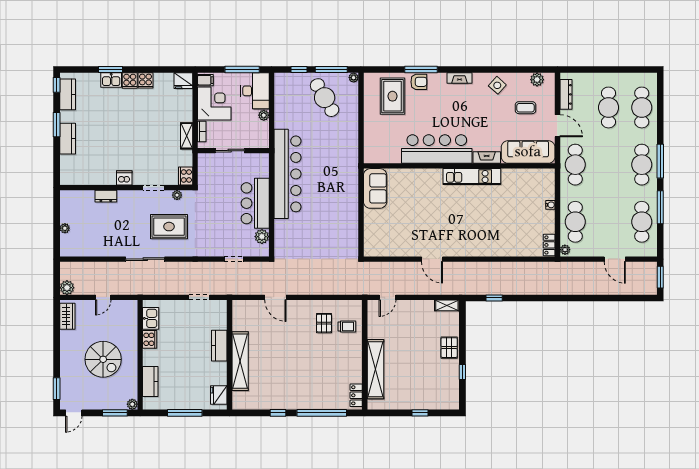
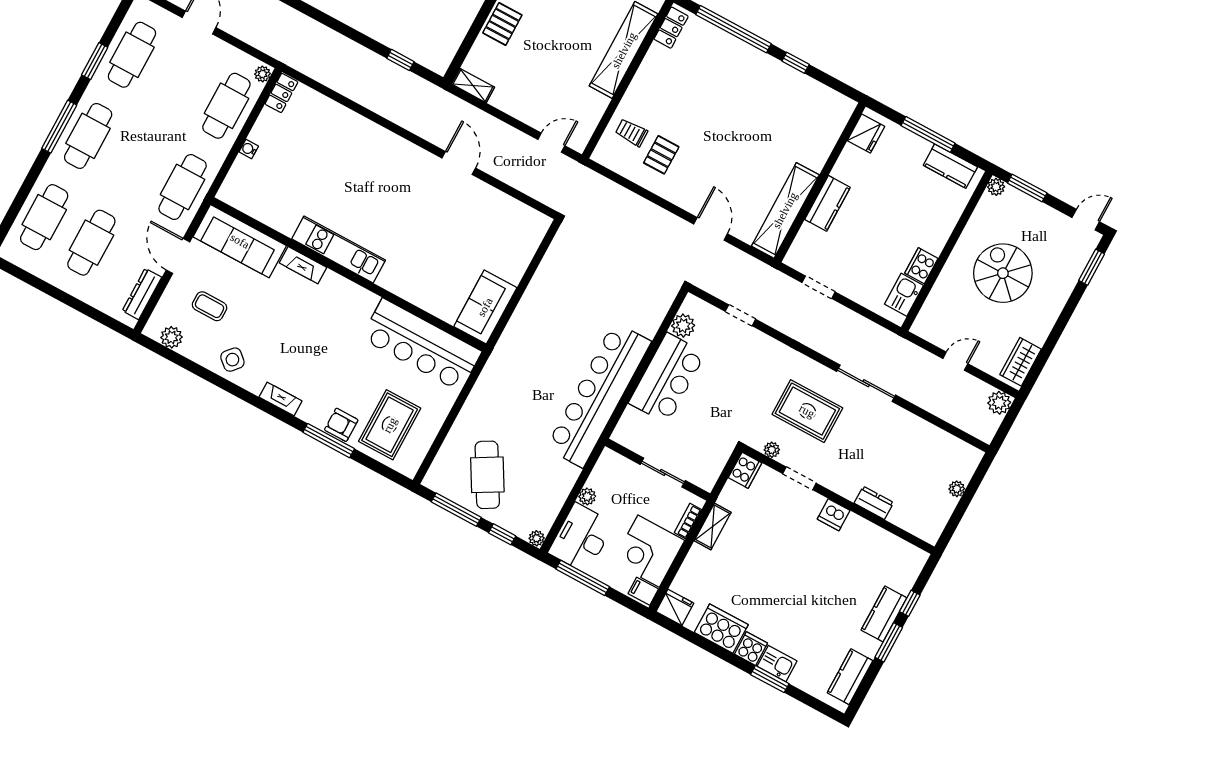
plant: (354, 78) -> (537, 538), moved
cooker: (146, 80) -> (721, 629), width x1.87, depth x1.31
window: (57, 85) -> (910, 603), moved
bar counter: (437, 149) -> (421, 345), moved
window: (660, 207) -> (95, 61), width x0.69
shelving: (240, 361) -> (785, 210), moved
kitchen counter: (150, 381) -> (950, 166), moved, turned -90

